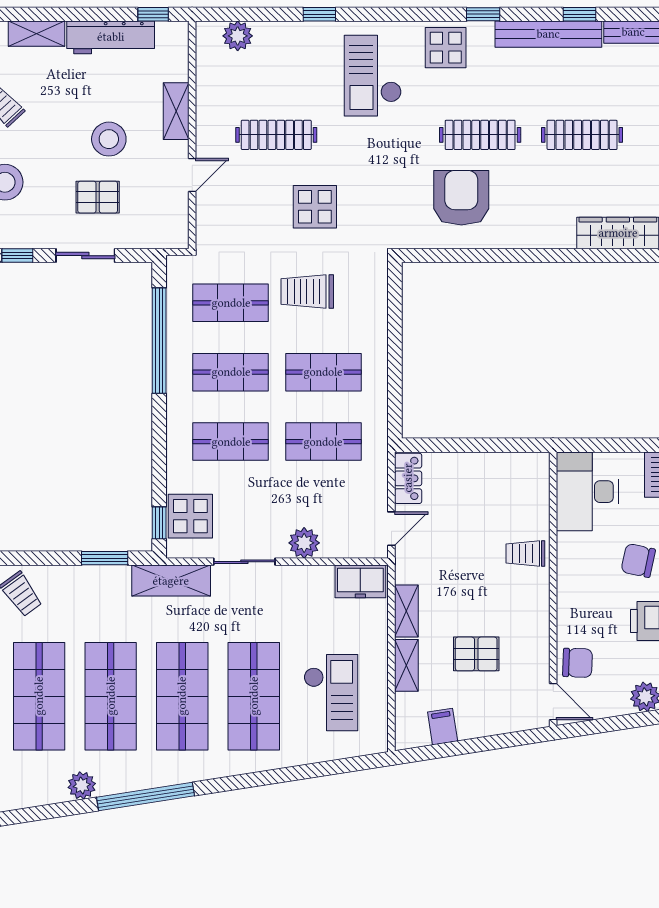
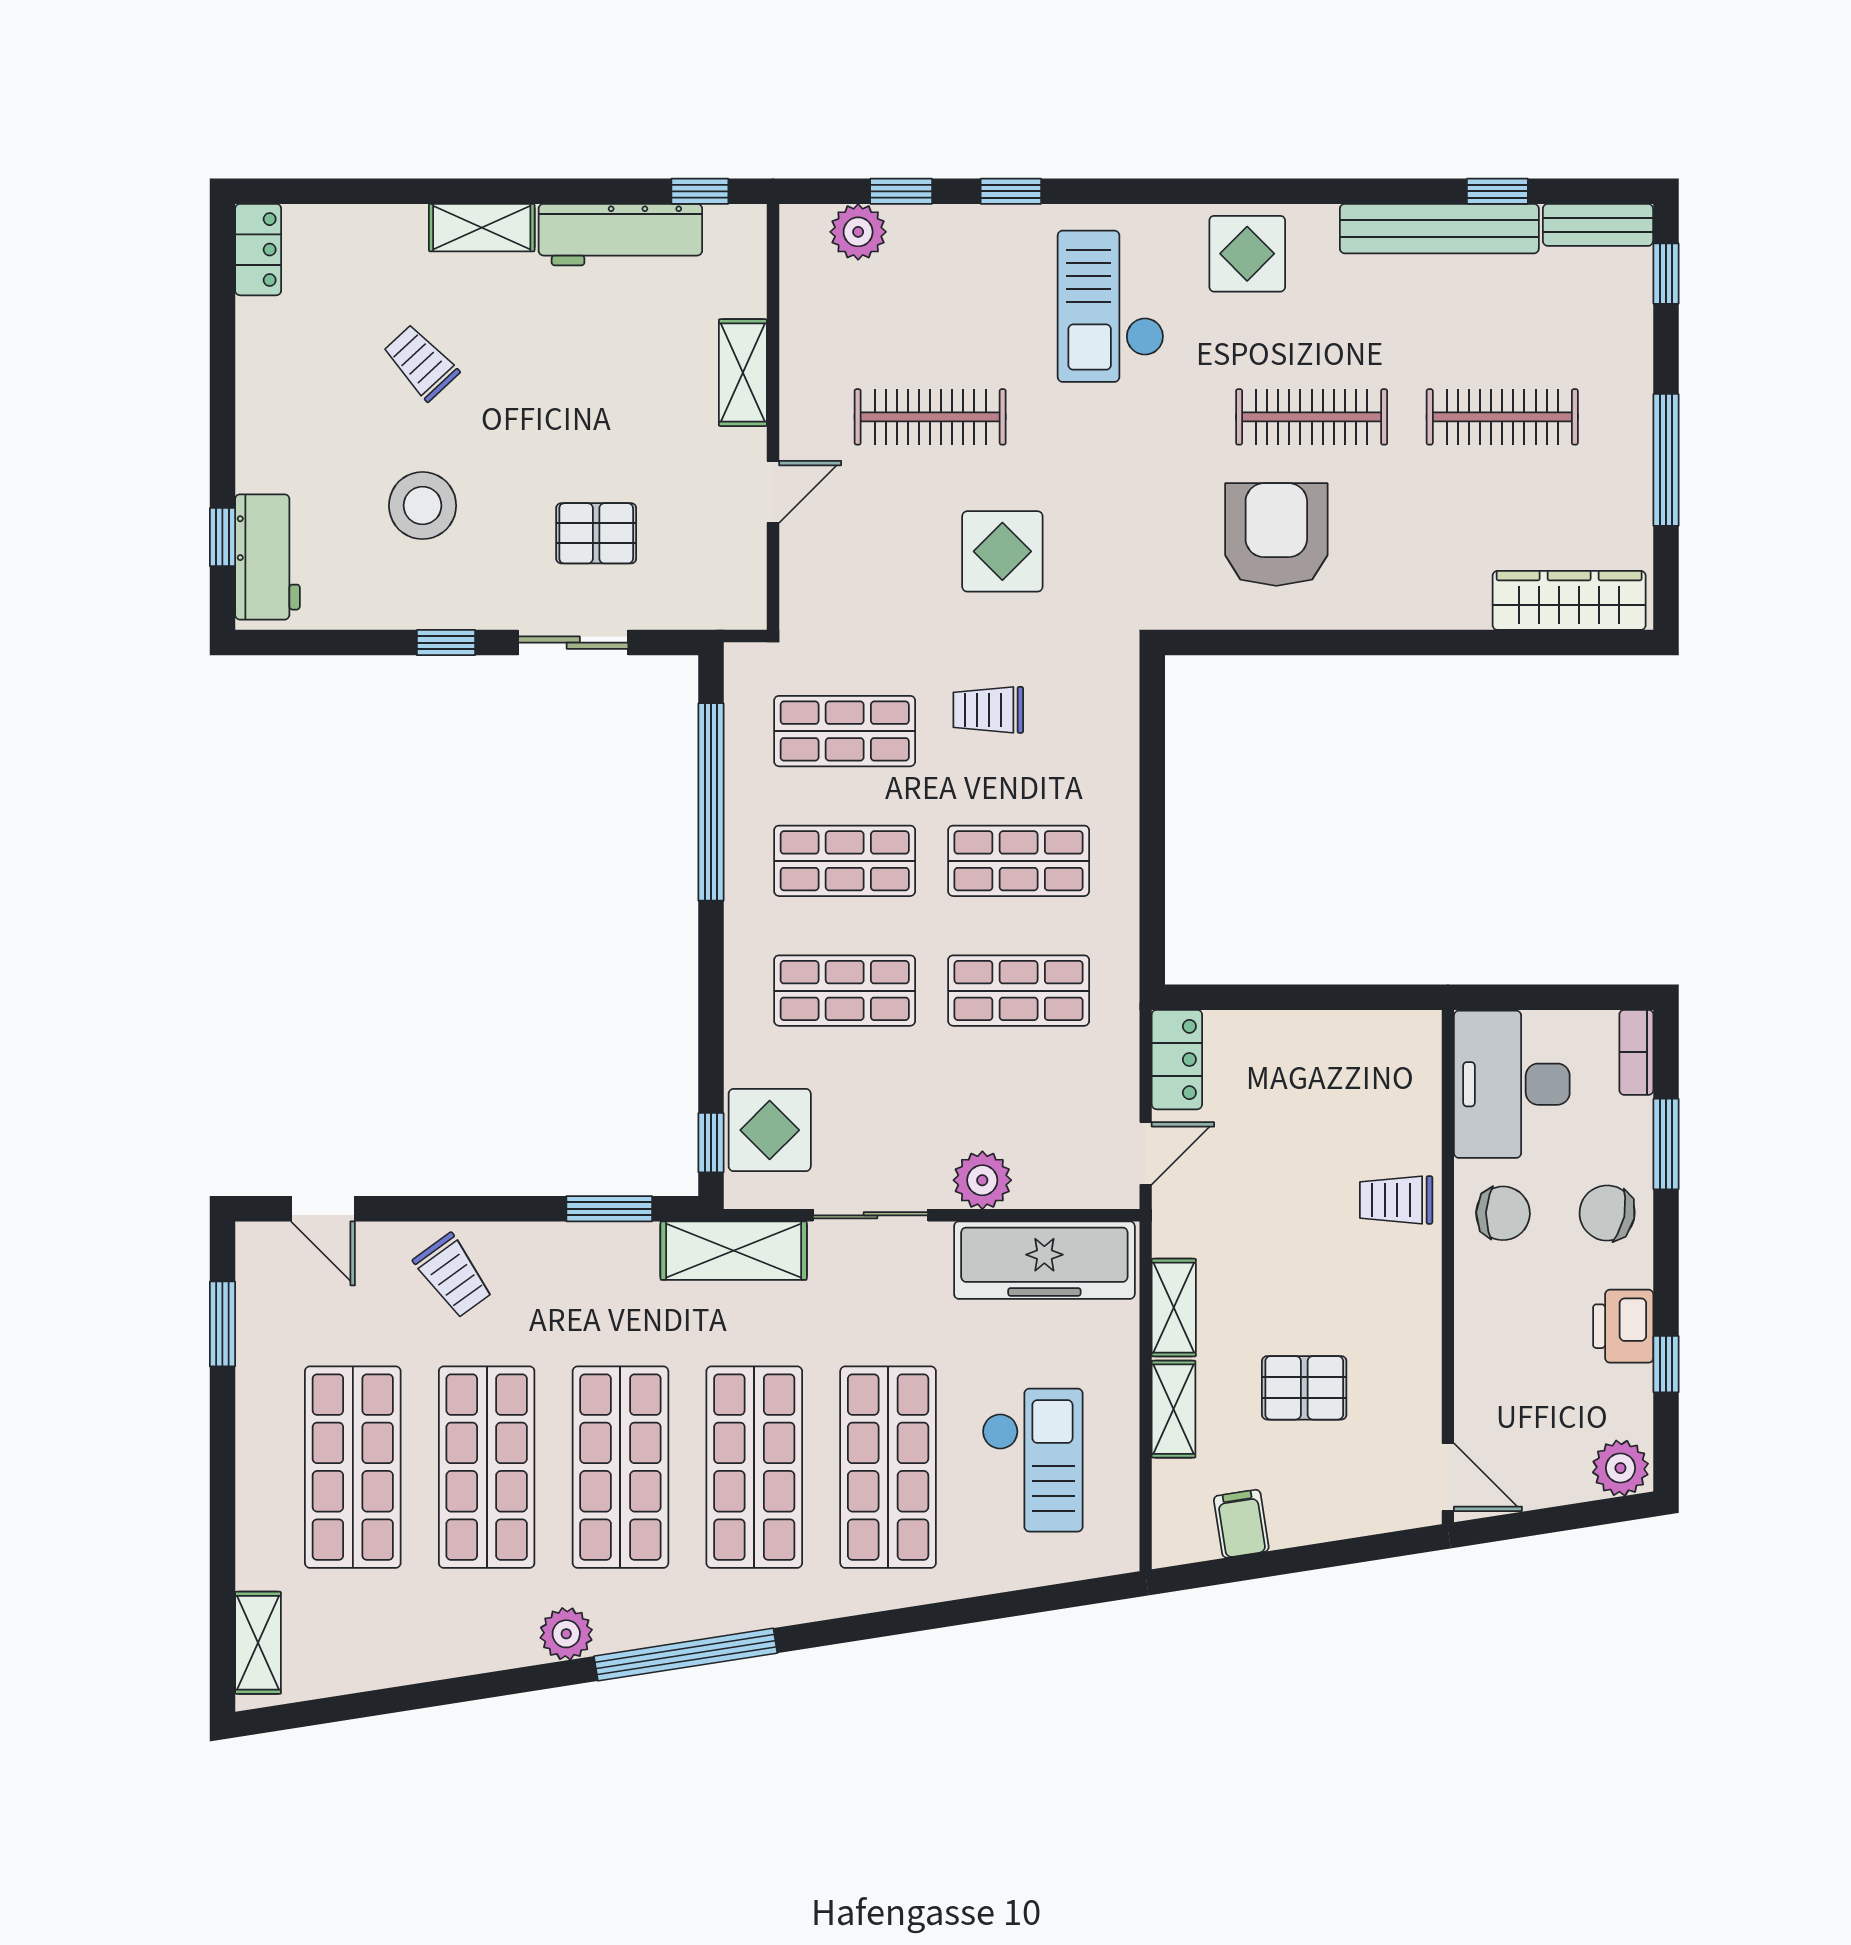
window: (483, 14) -> (901, 191), moved
stool: (109, 139) -> (617, 425), removed
trolley: (307, 291) -> (988, 710), width x0.73, depth x0.72
freezer: (360, 581) -> (1044, 1260), width x1.91, depth x1.26
chair: (578, 663) -> (1503, 1213), moved

